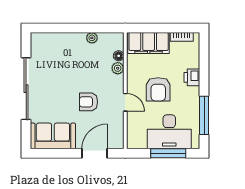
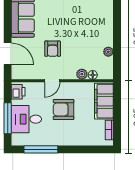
printer: (192, 77) -> (18, 92), moved, turned 90
armchair: (88, 102) -> (53, 49), turned 180
desk: (169, 132) -> (26, 119), width x0.73

